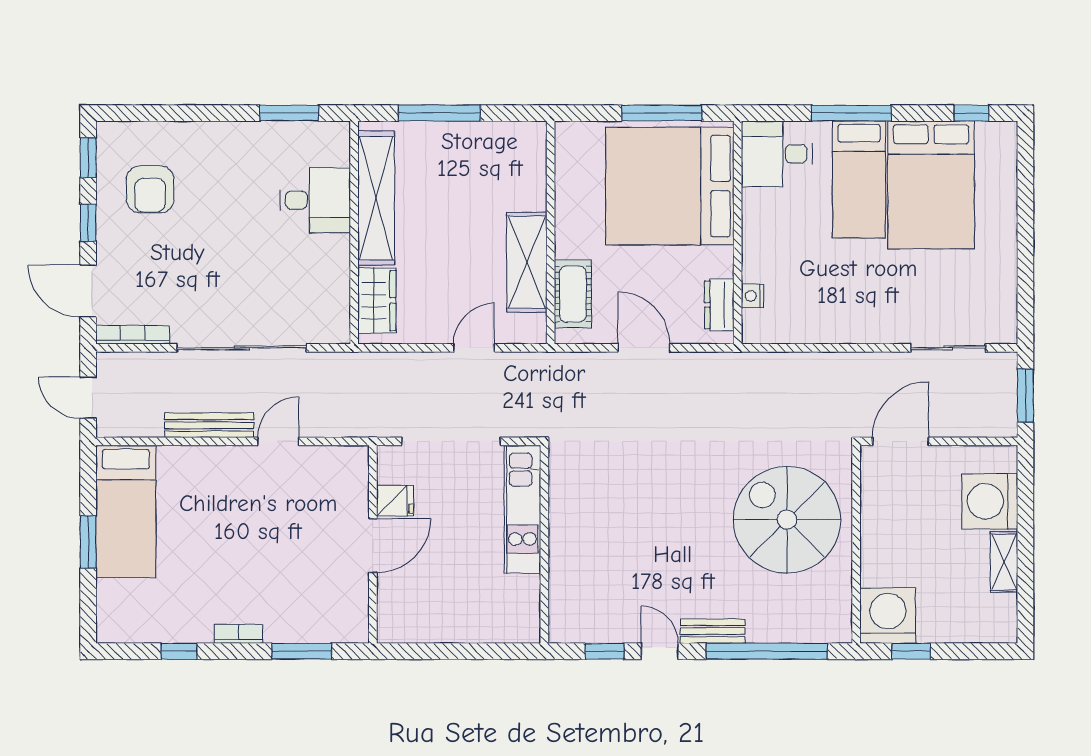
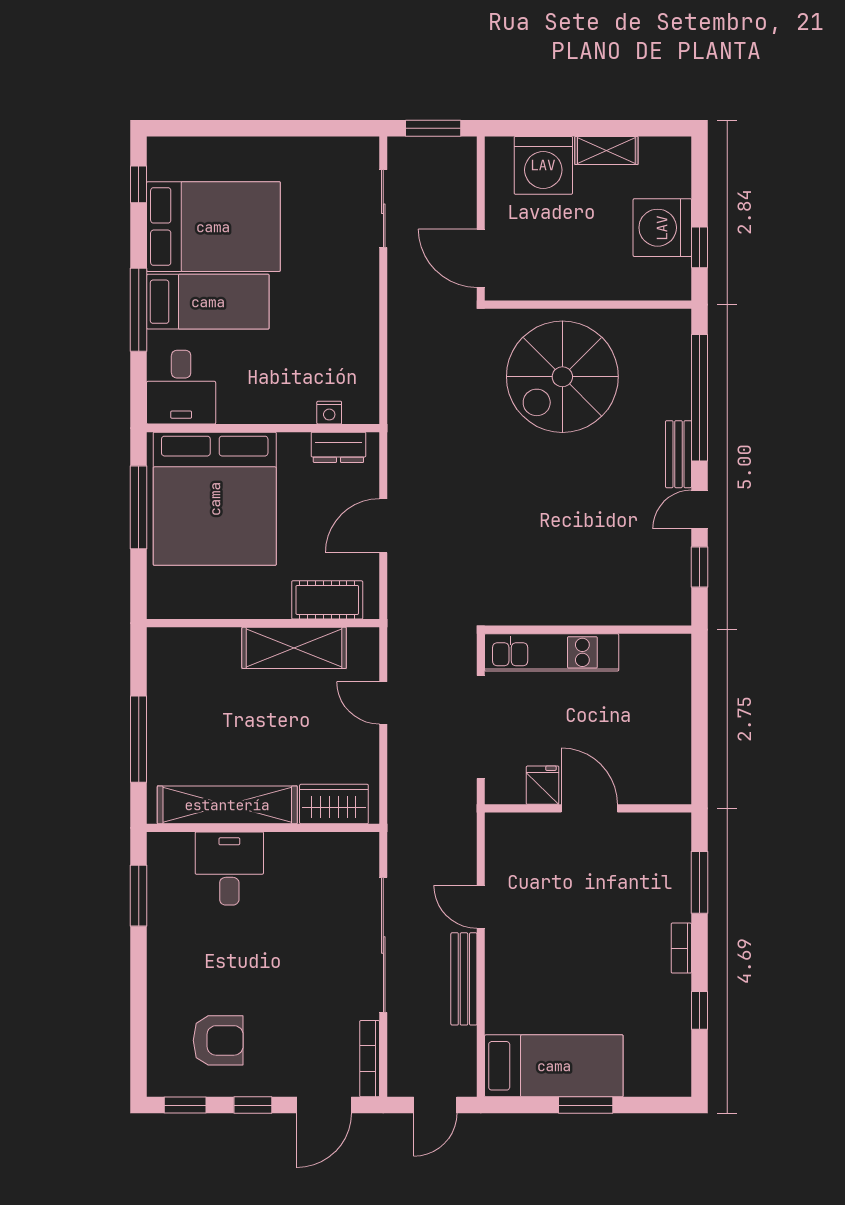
washing machine: (888, 616) -> (662, 228), moved

